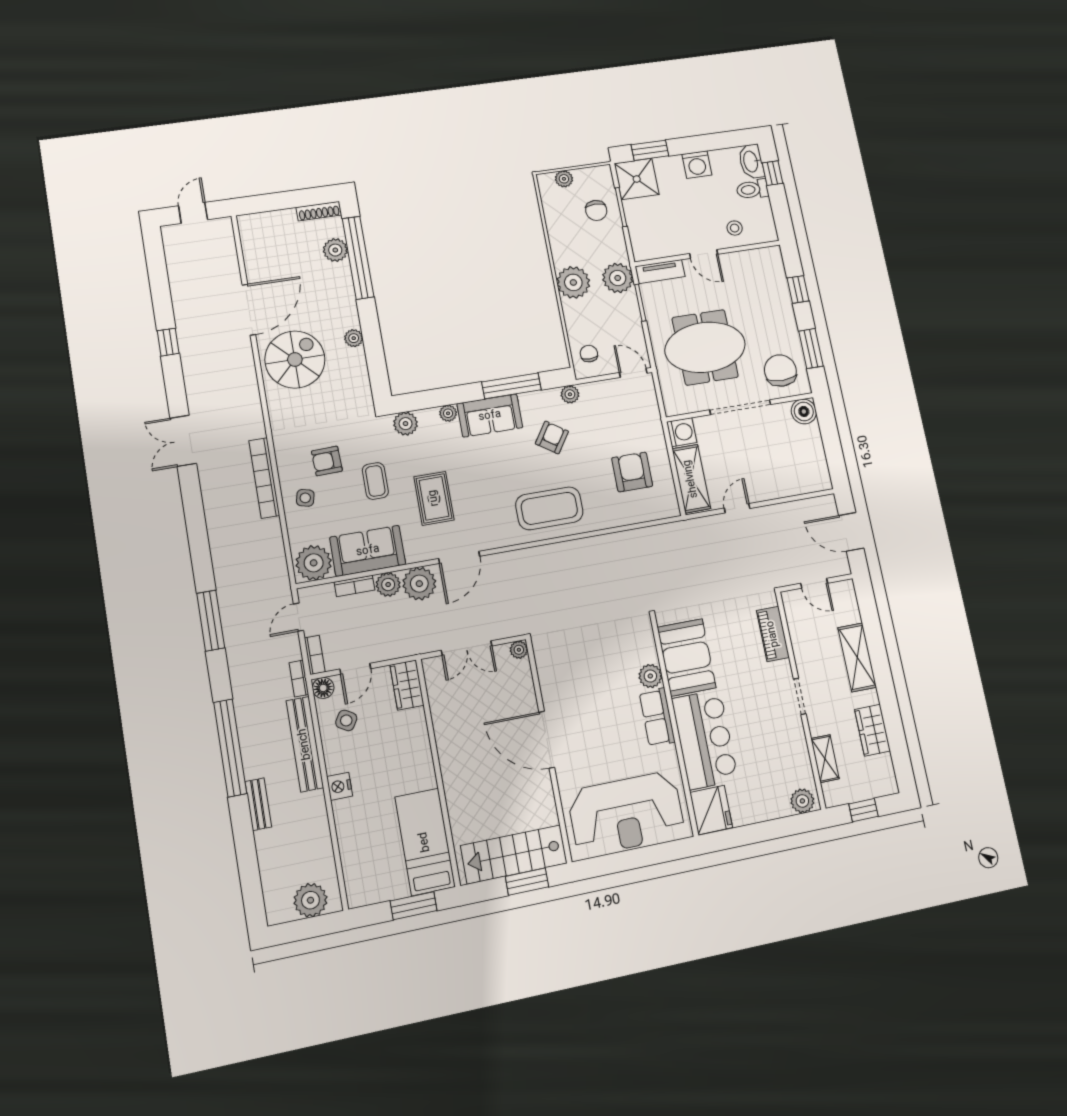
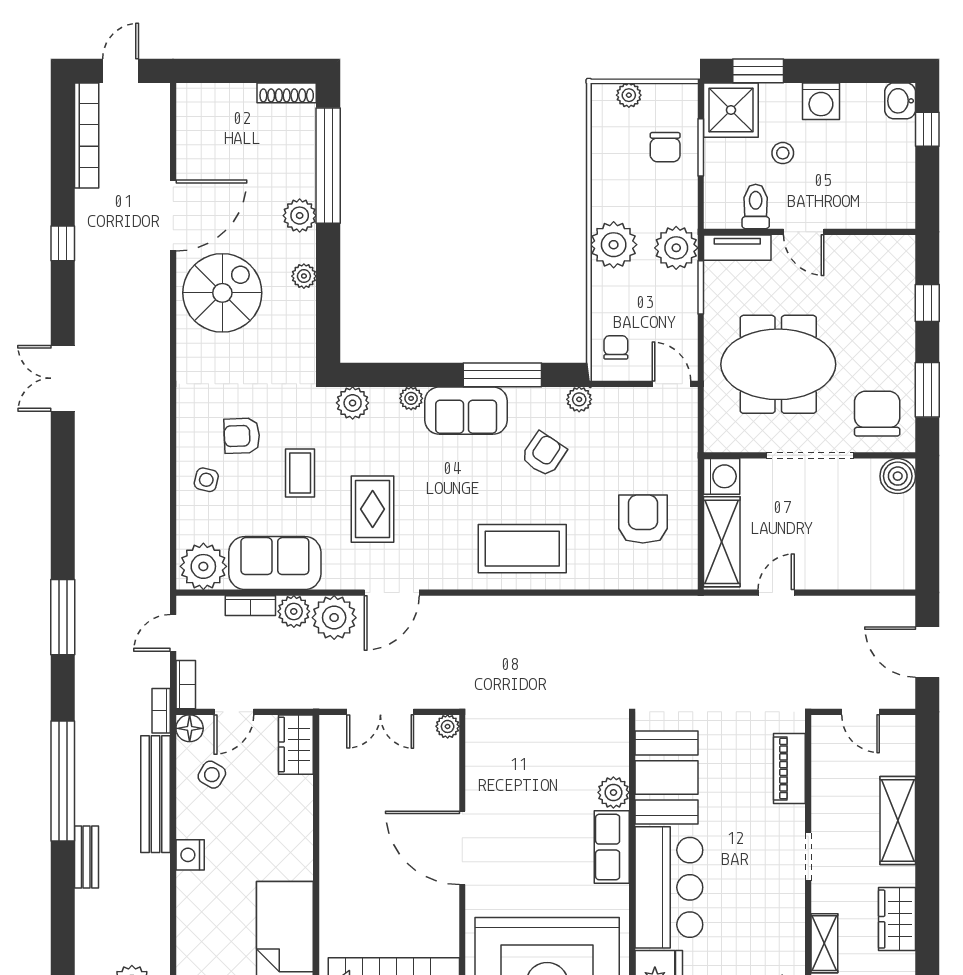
washbasin: (751, 161) -> (900, 101), width x0.72
toilet: (752, 189) -> (756, 207), moved, turned 90
stool: (735, 228) -> (783, 153), moved
plant: (335, 250) -> (300, 216), moved
bookcase: (264, 478) -> (87, 135), moved, turned 180

